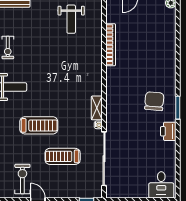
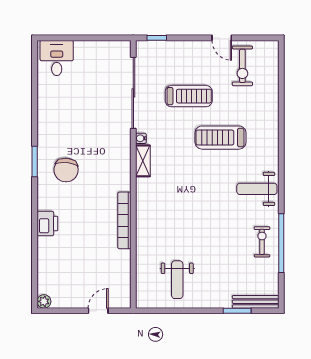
weight bench: (71, 19) -> (177, 280), turned 180
bookcase: (111, 45) -> (124, 220), moved
printer: (168, 131) -> (47, 224), moved

